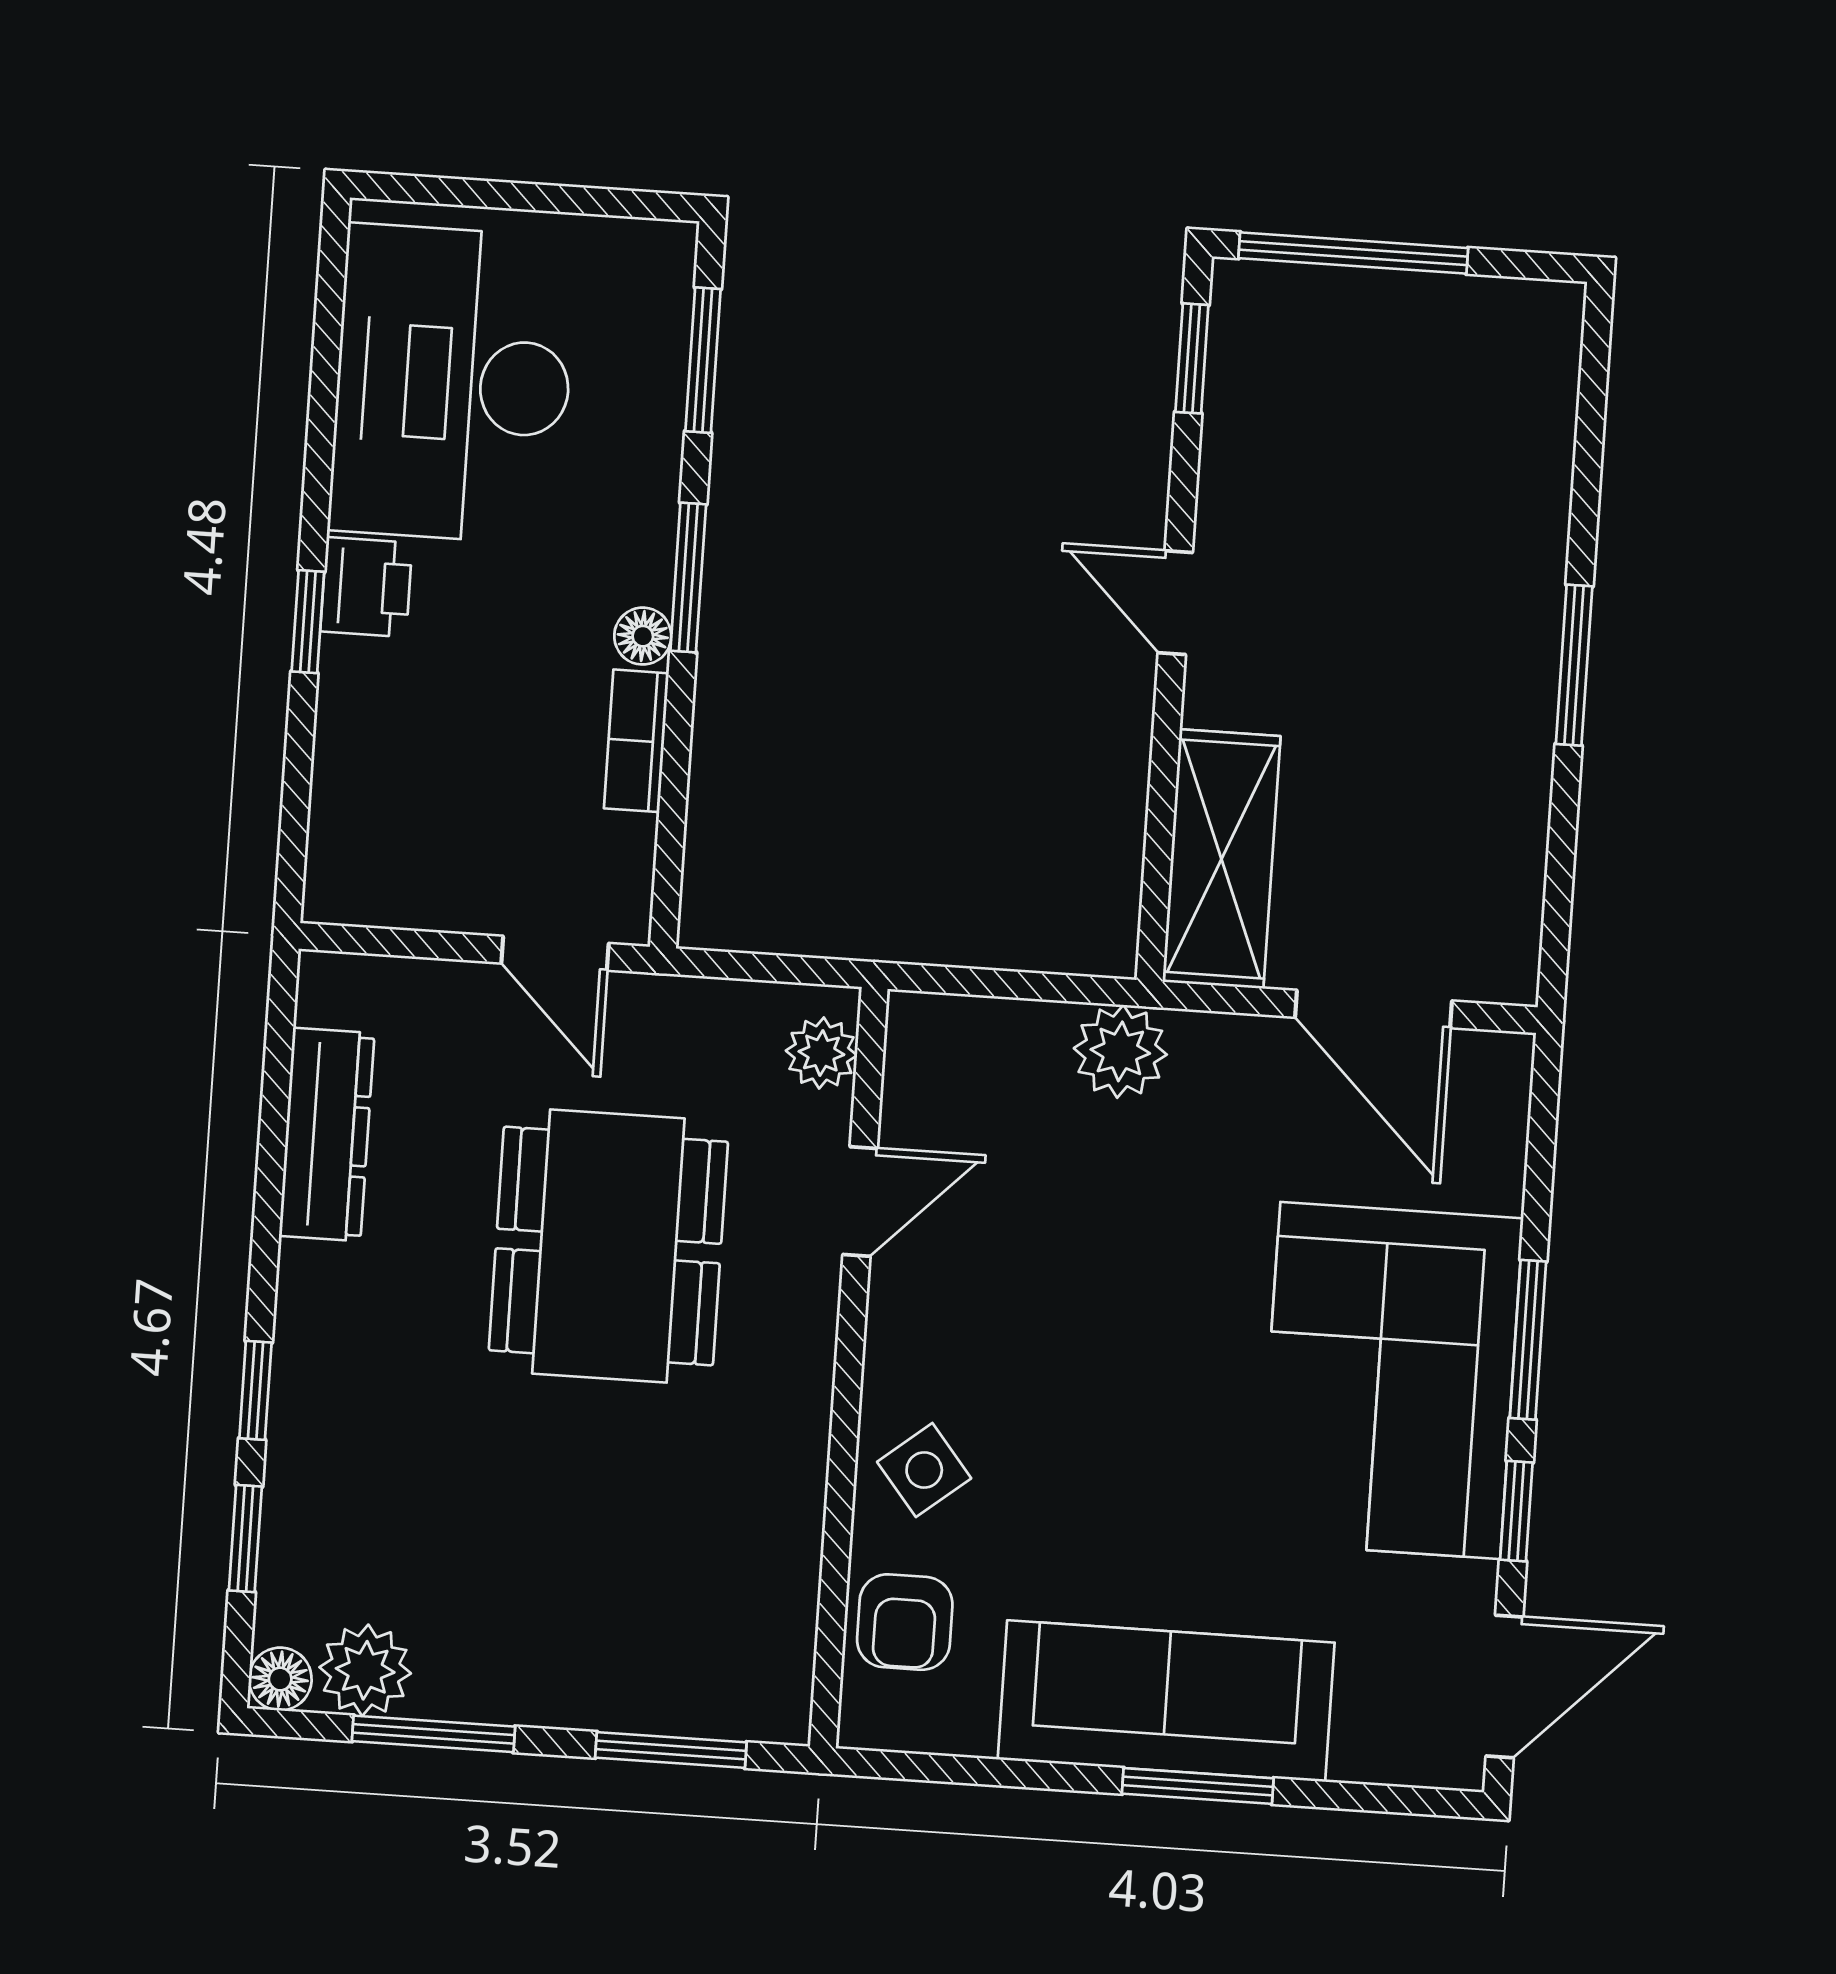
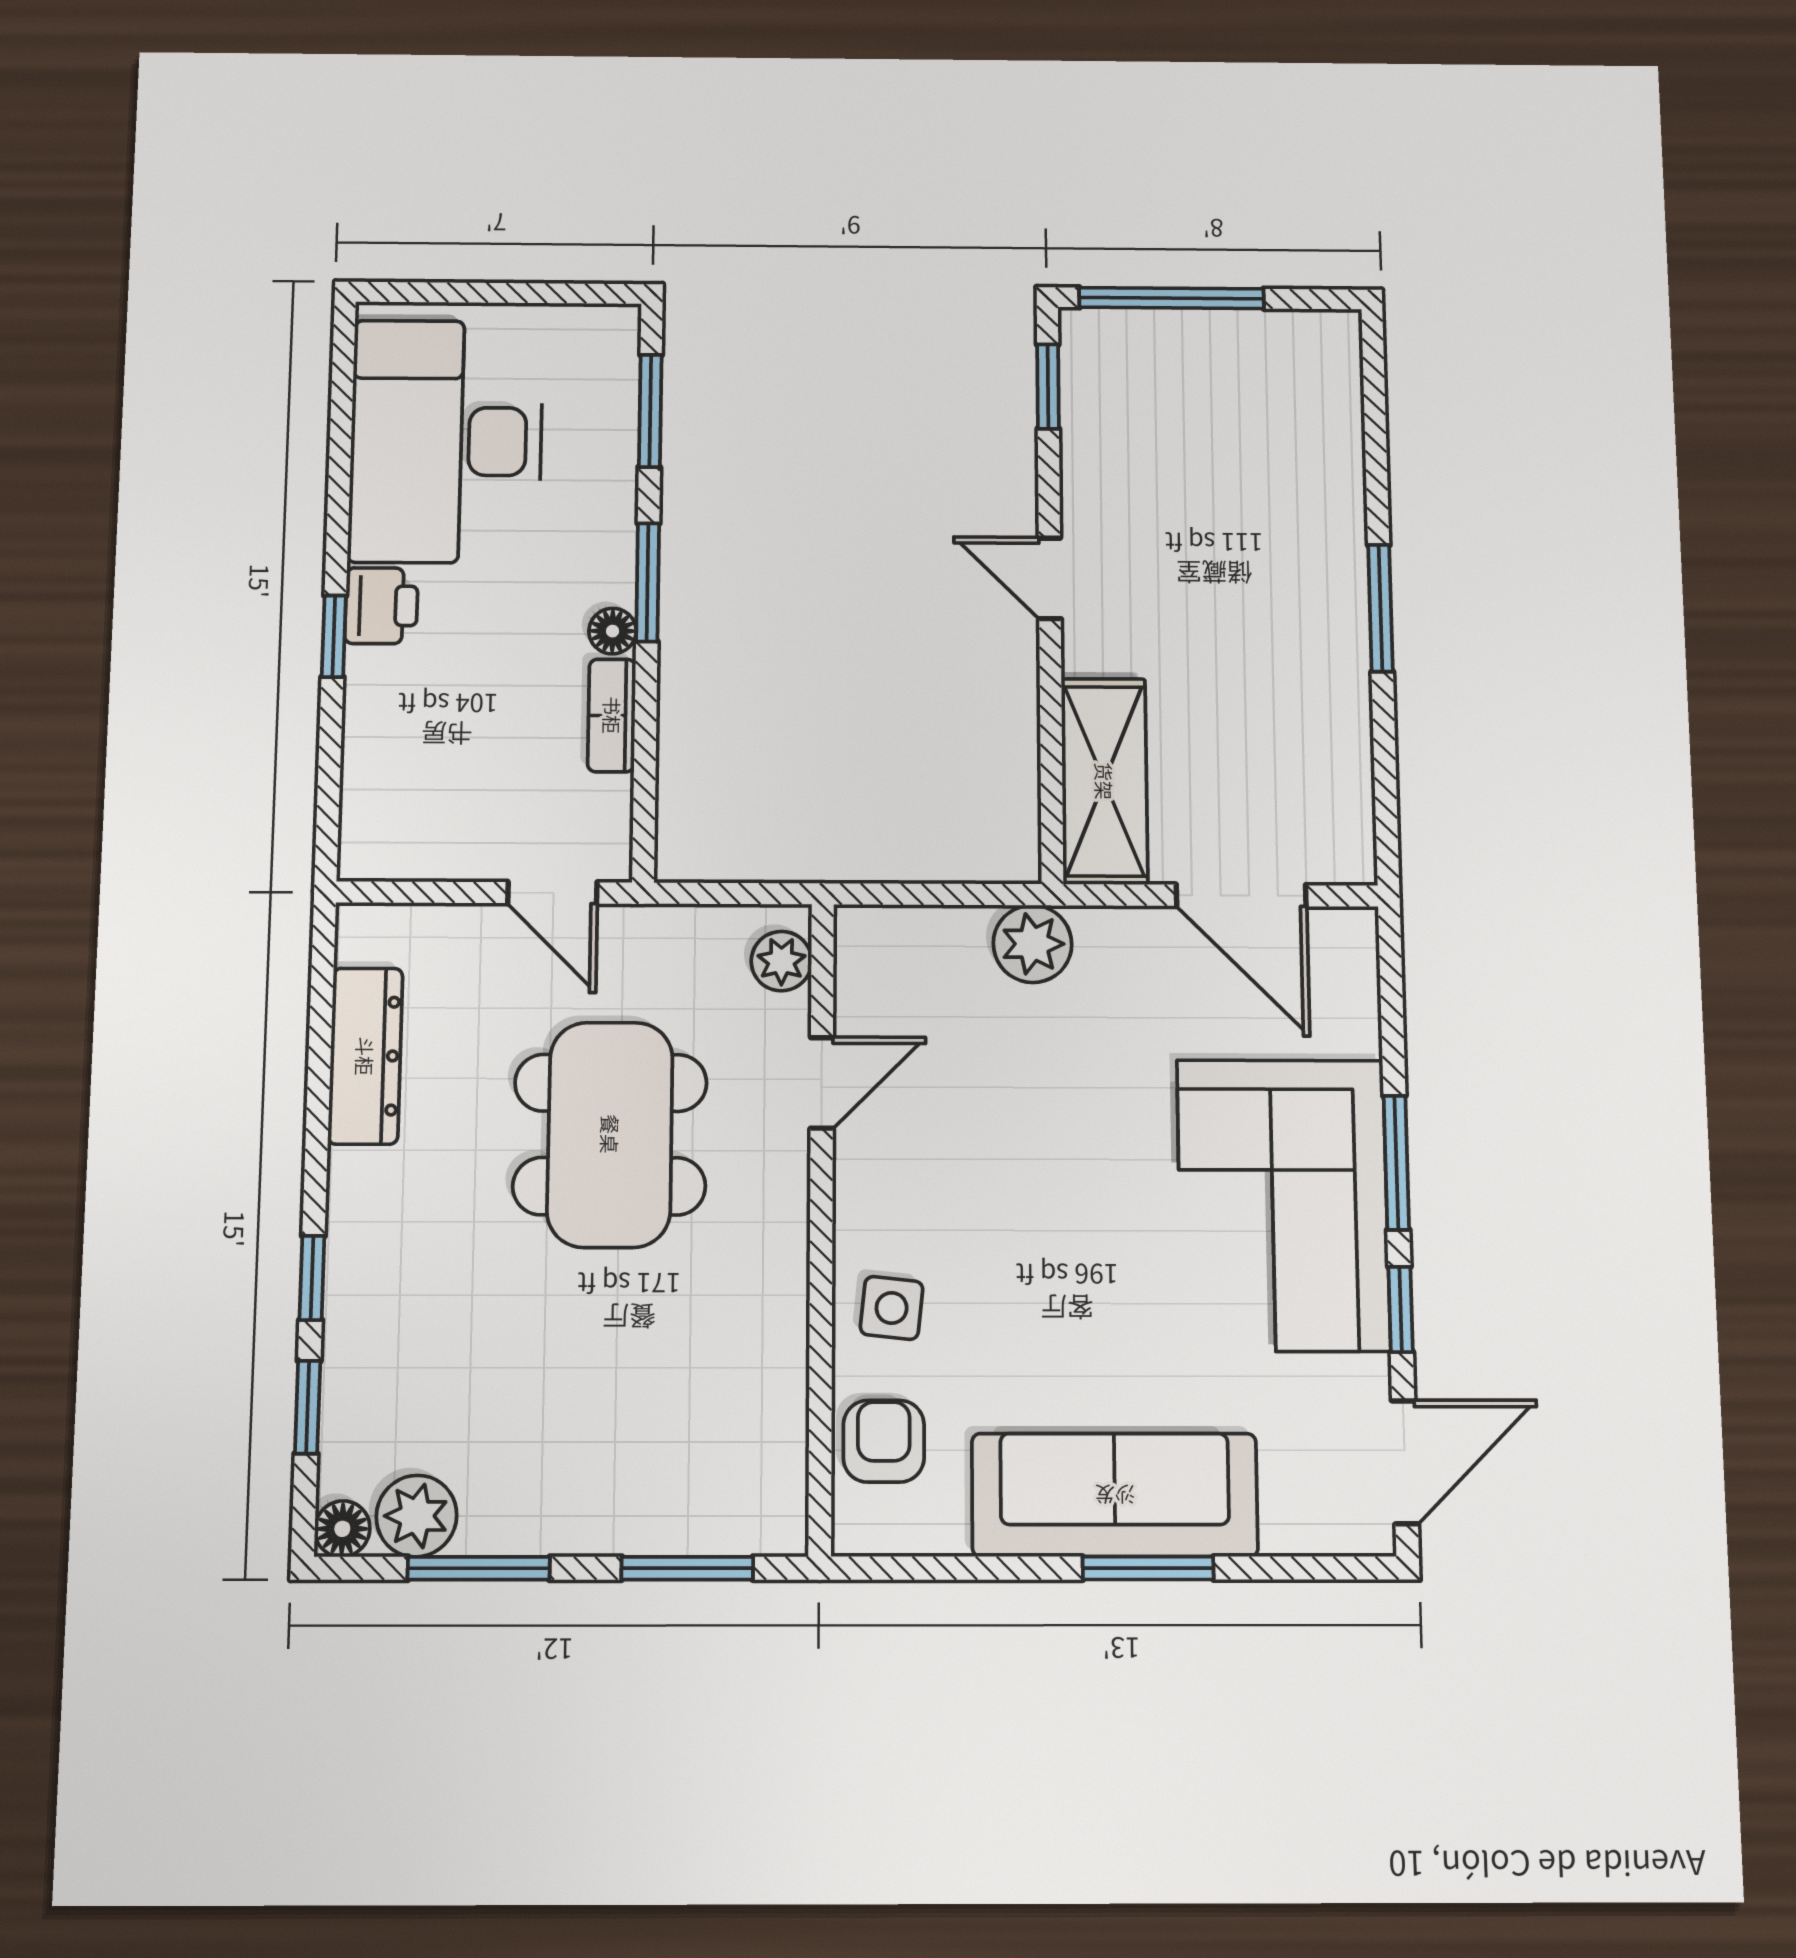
side table: (924, 1470) -> (892, 1308), turned 45
armchair: (905, 1622) -> (884, 1441), turned 180

